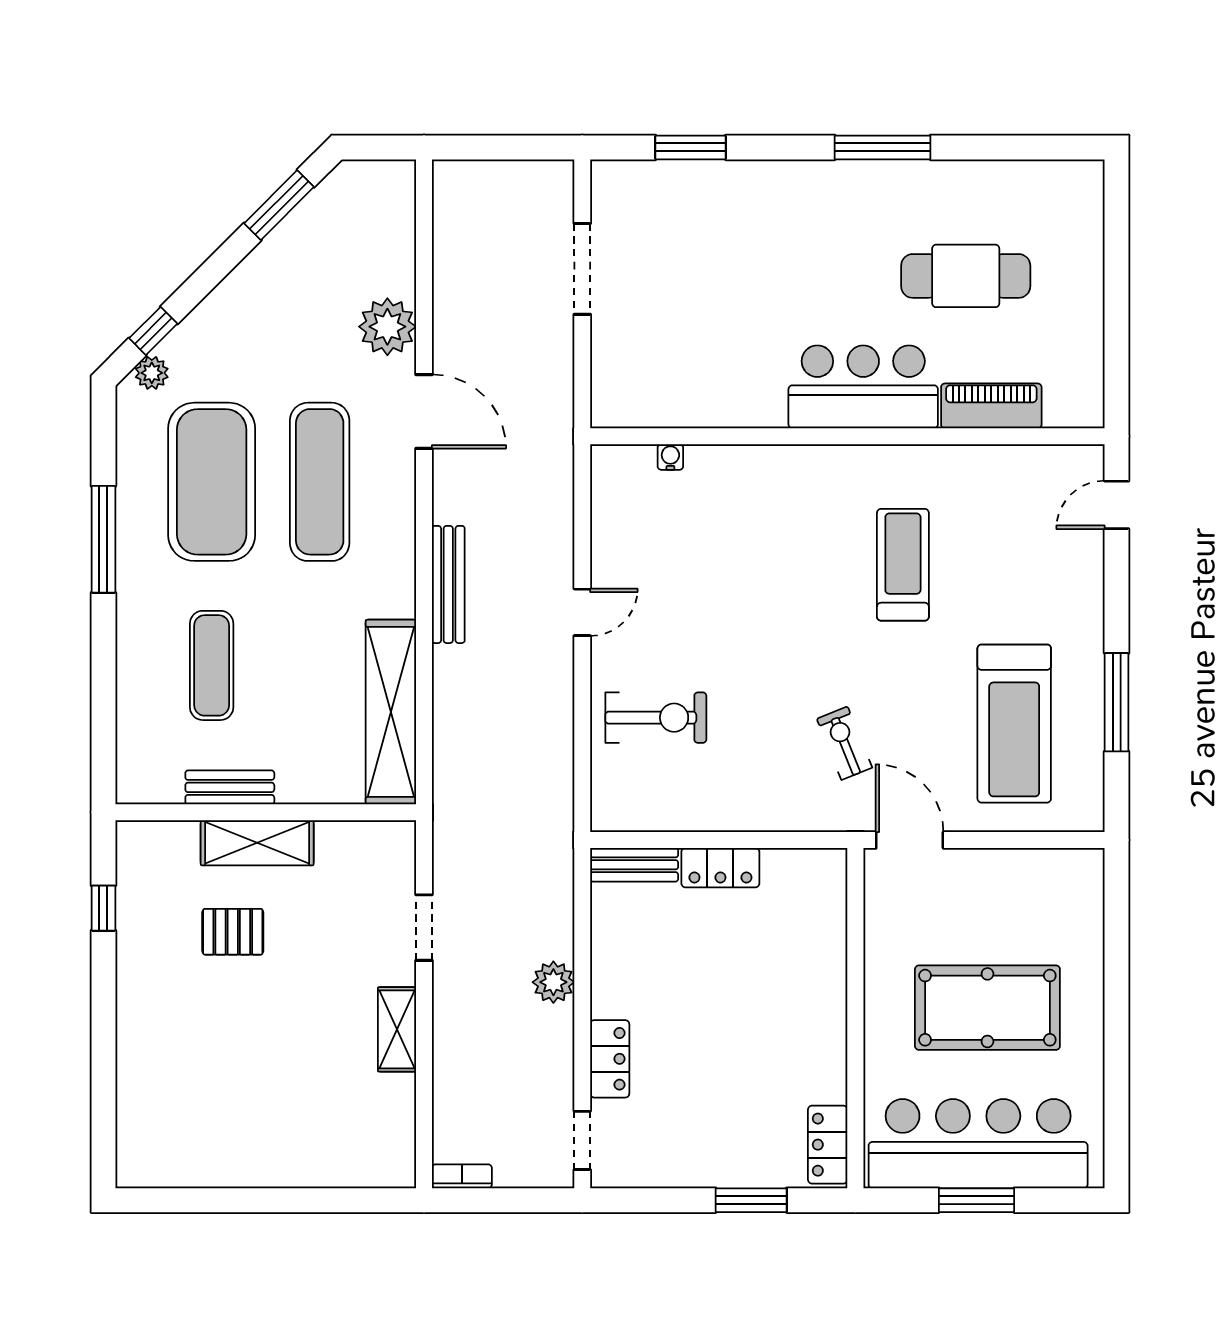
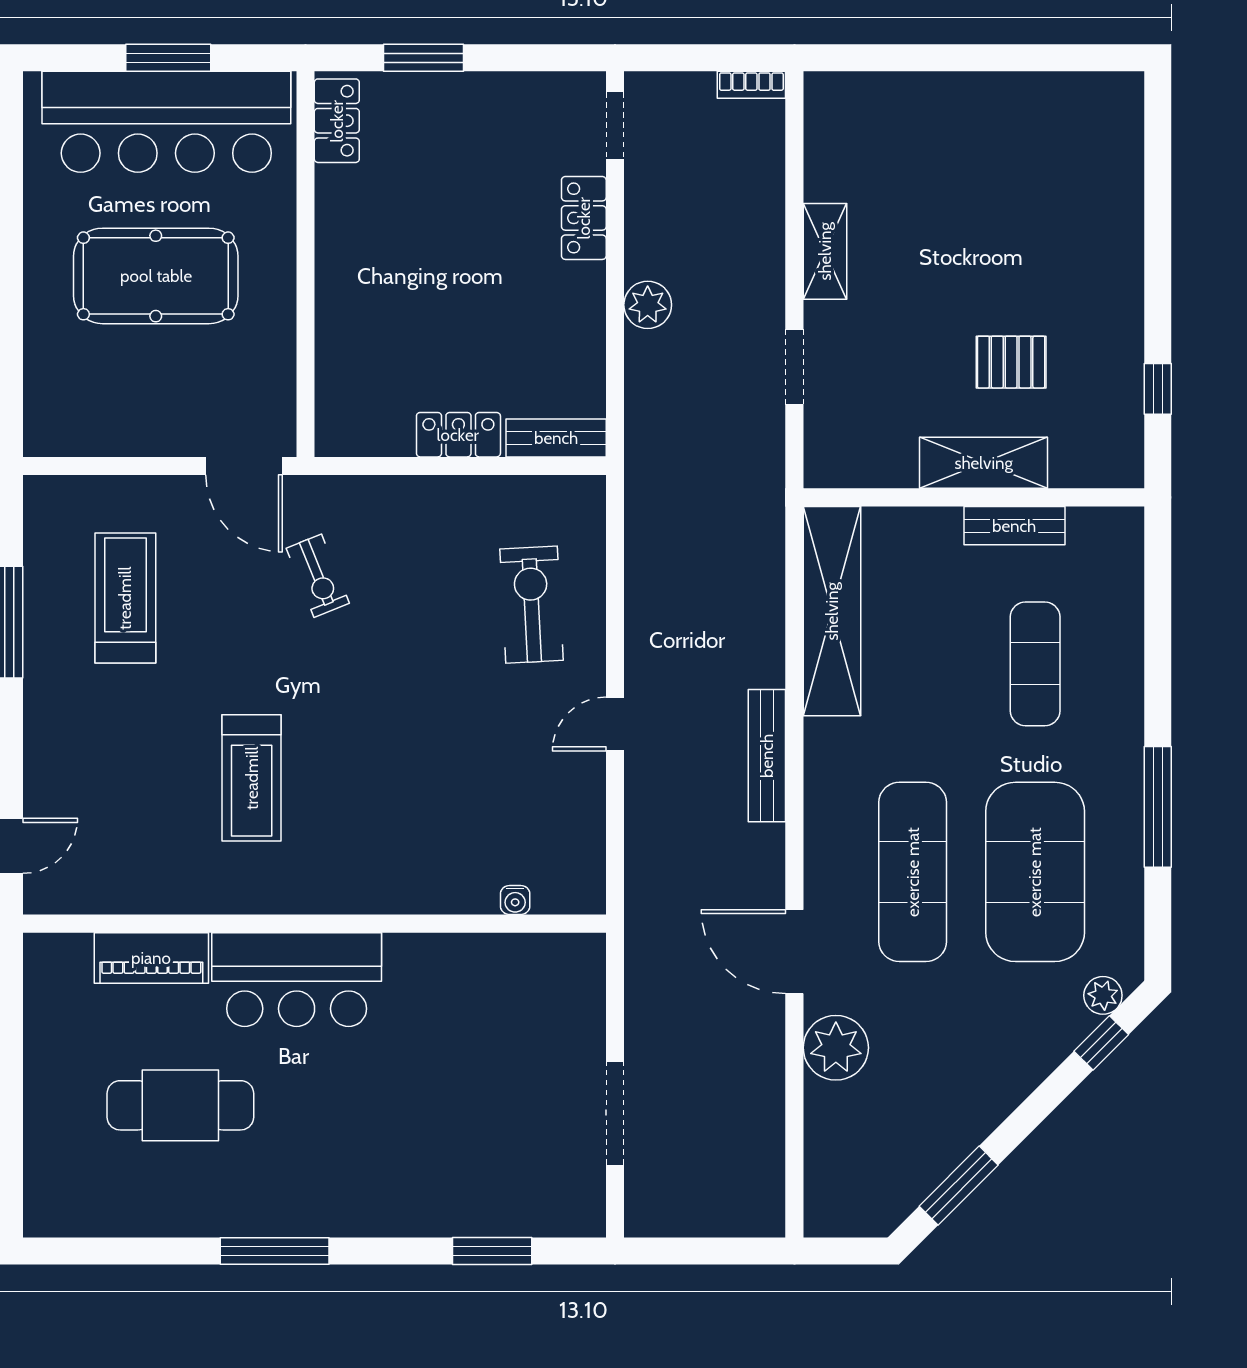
exercise bike: (656, 718) -> (532, 605), turned 87
treadmill: (1014, 724) -> (125, 598), width x0.73, depth x0.73

